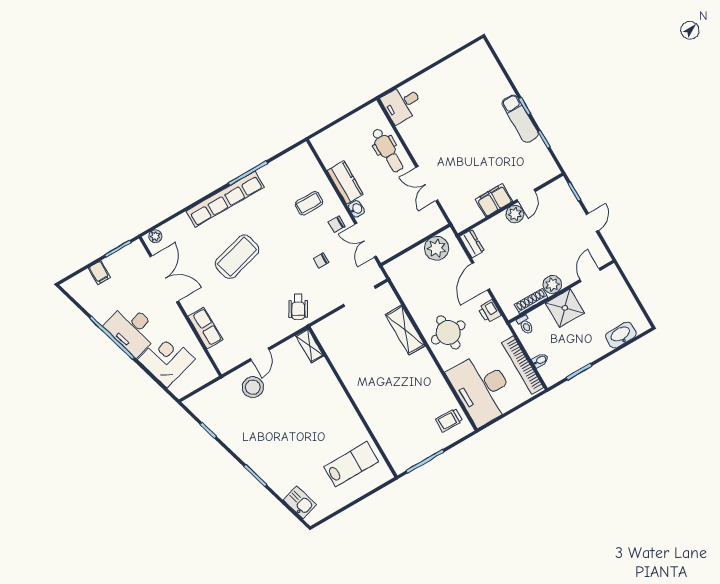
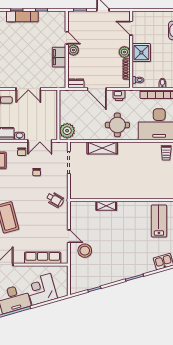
plant: (437, 248) -> (67, 131), moved
row of seats: (205, 328) -> (43, 258), width x1.48
shelving: (310, 346) -> (106, 206), moved

